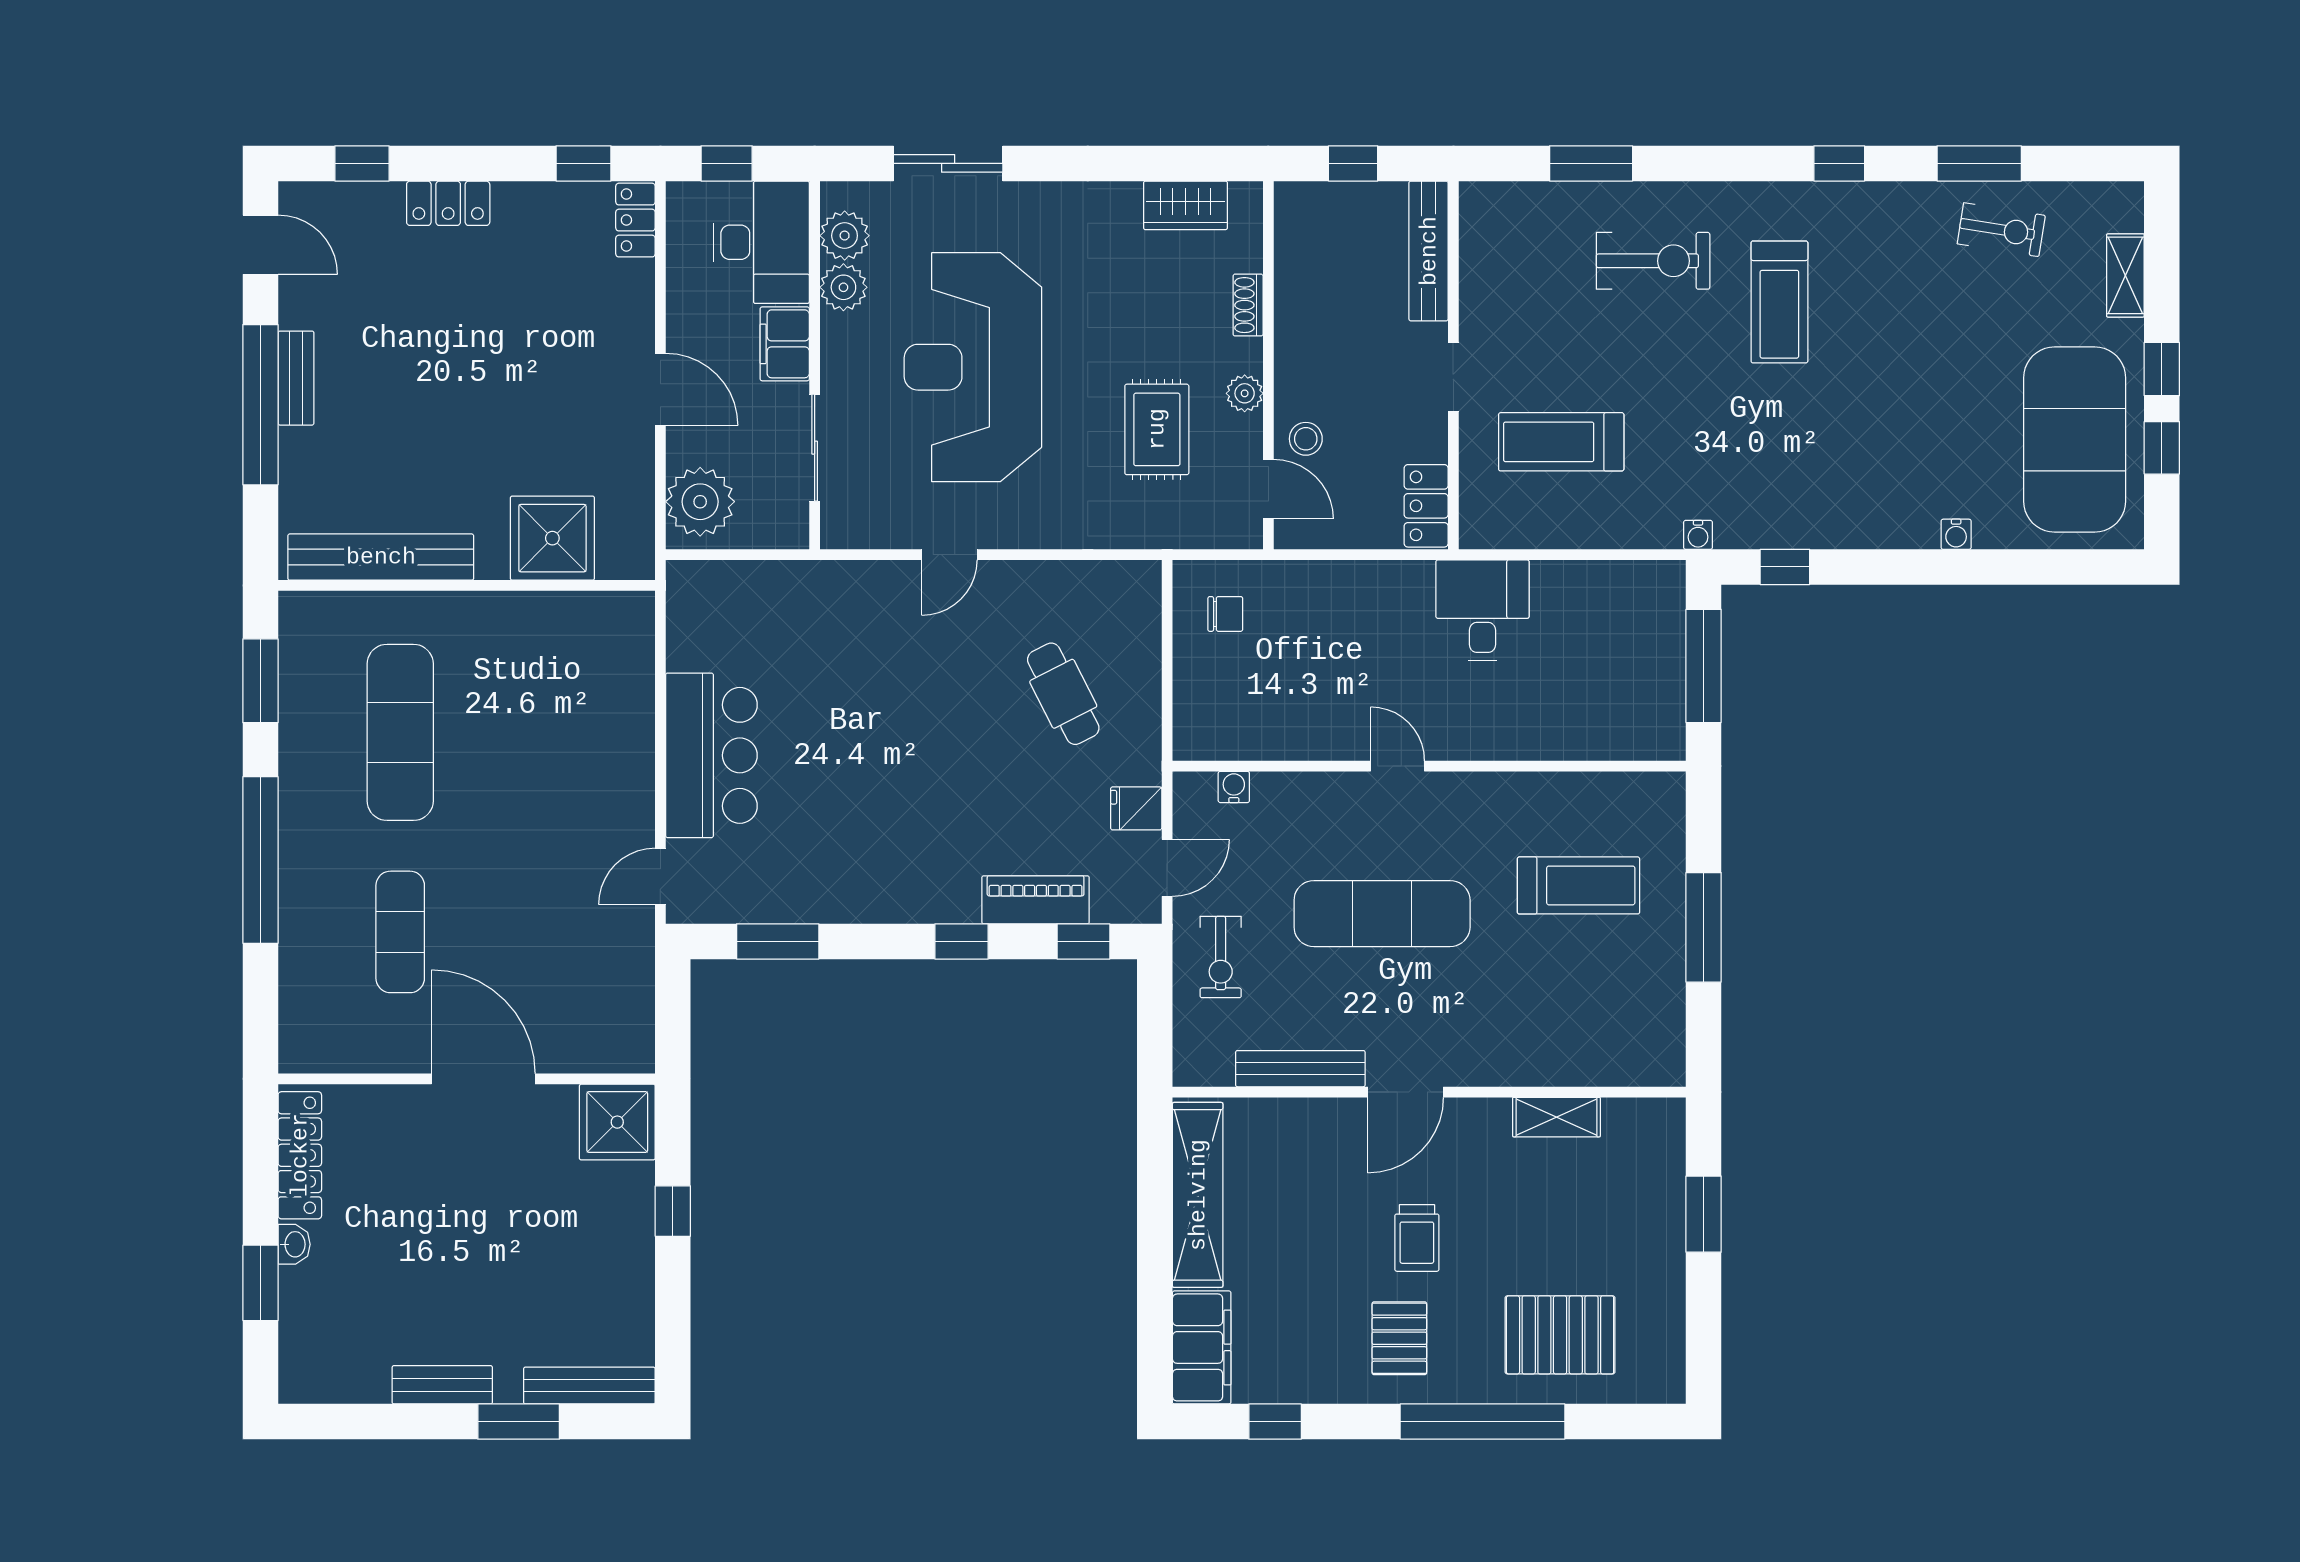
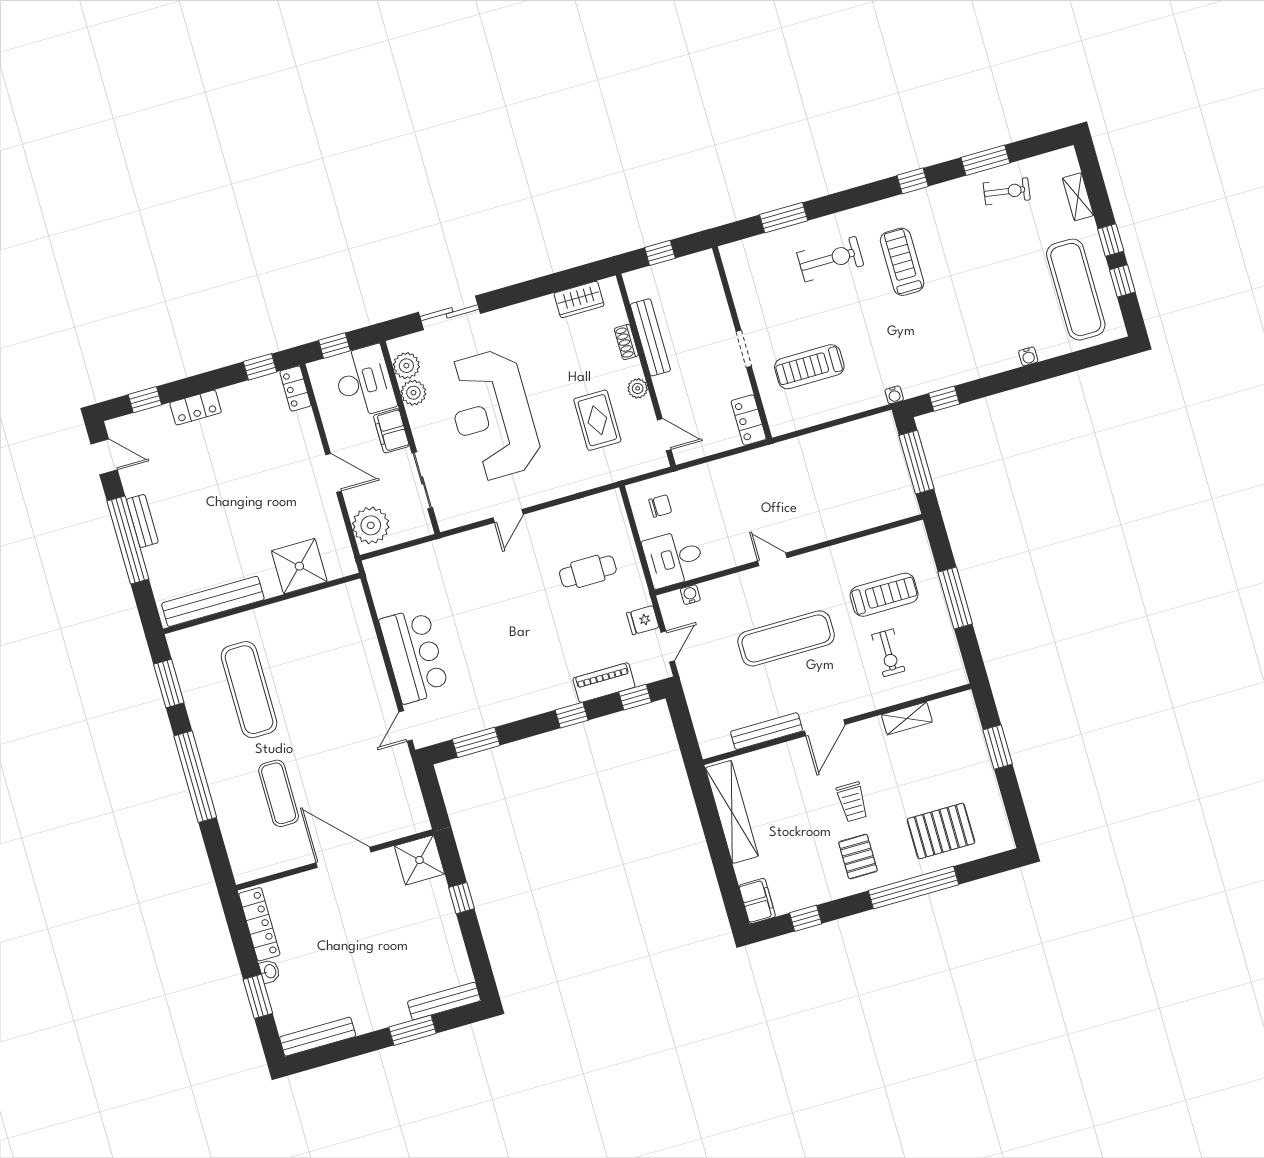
bench: (1429, 251) -> (650, 337), moved
treadmill: (1779, 302) -> (902, 262), turned 180
stool: (1306, 439) -> (676, 403), removed
exercise mat: (2075, 440) -> (1076, 290), width x0.68
desk: (1482, 610) -> (674, 558), moved, turned -90
cafe table: (1063, 694) -> (588, 571), turned -63
exercise bike: (1221, 957) -> (888, 653), moved
filing cabinet: (1202, 1347) -> (757, 901), width x0.67, depth x0.86
bench: (442, 1385) -> (318, 1037), moved, width x1.36

